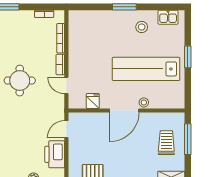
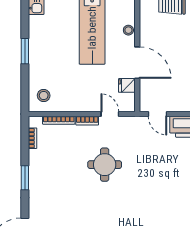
stool: (142, 27) -> (44, 96), moved
door: (66, 85) -> (110, 114), swing flipped
door: (124, 111) -> (137, 63), moved

